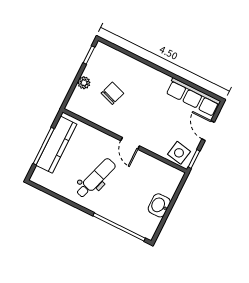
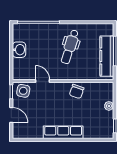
chair: (112, 93) -> (77, 91), moved
row of seats: (193, 97) -> (63, 132), moved
door: (130, 143) -> (43, 81), moved

